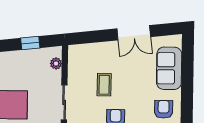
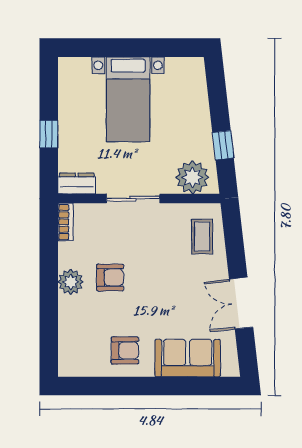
plant: (56, 63) -> (192, 177), width x1.88, depth x1.88
coffee table: (104, 85) -> (202, 237), moved, turned 90

